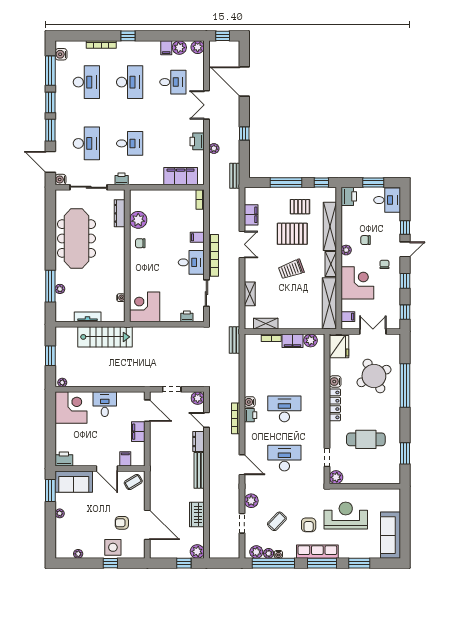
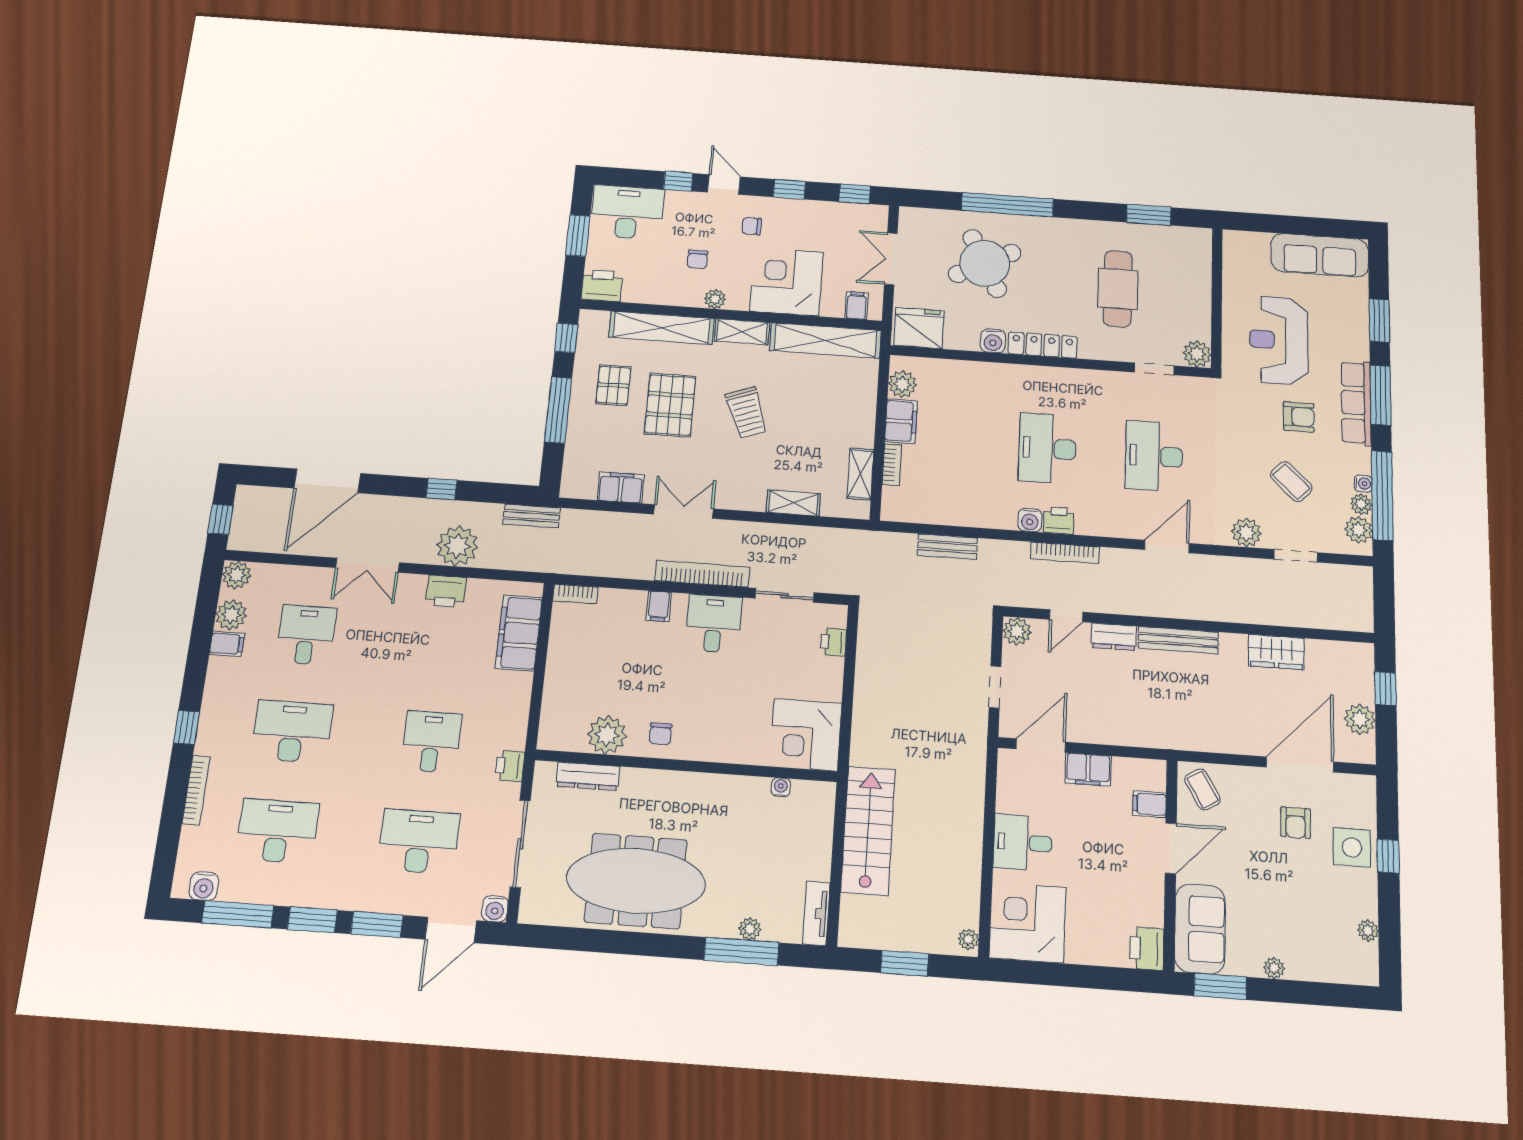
plant: (214, 148) -> (457, 546), width x1.87, depth x1.87
desk: (387, 200) -> (627, 212), width x1.37
tv unit: (88, 317) -> (816, 913), moved
bench: (234, 340) -> (947, 547), moved
plant: (197, 551) -> (1360, 719), moved

